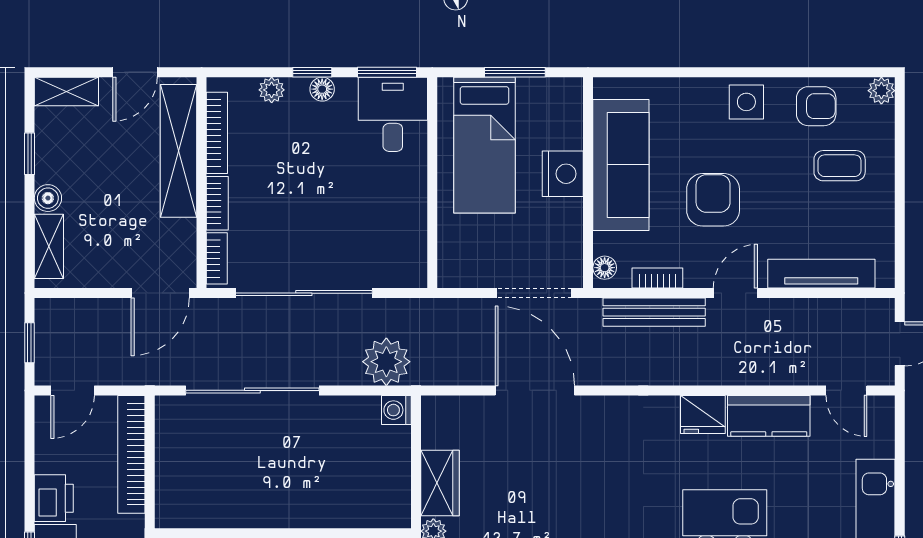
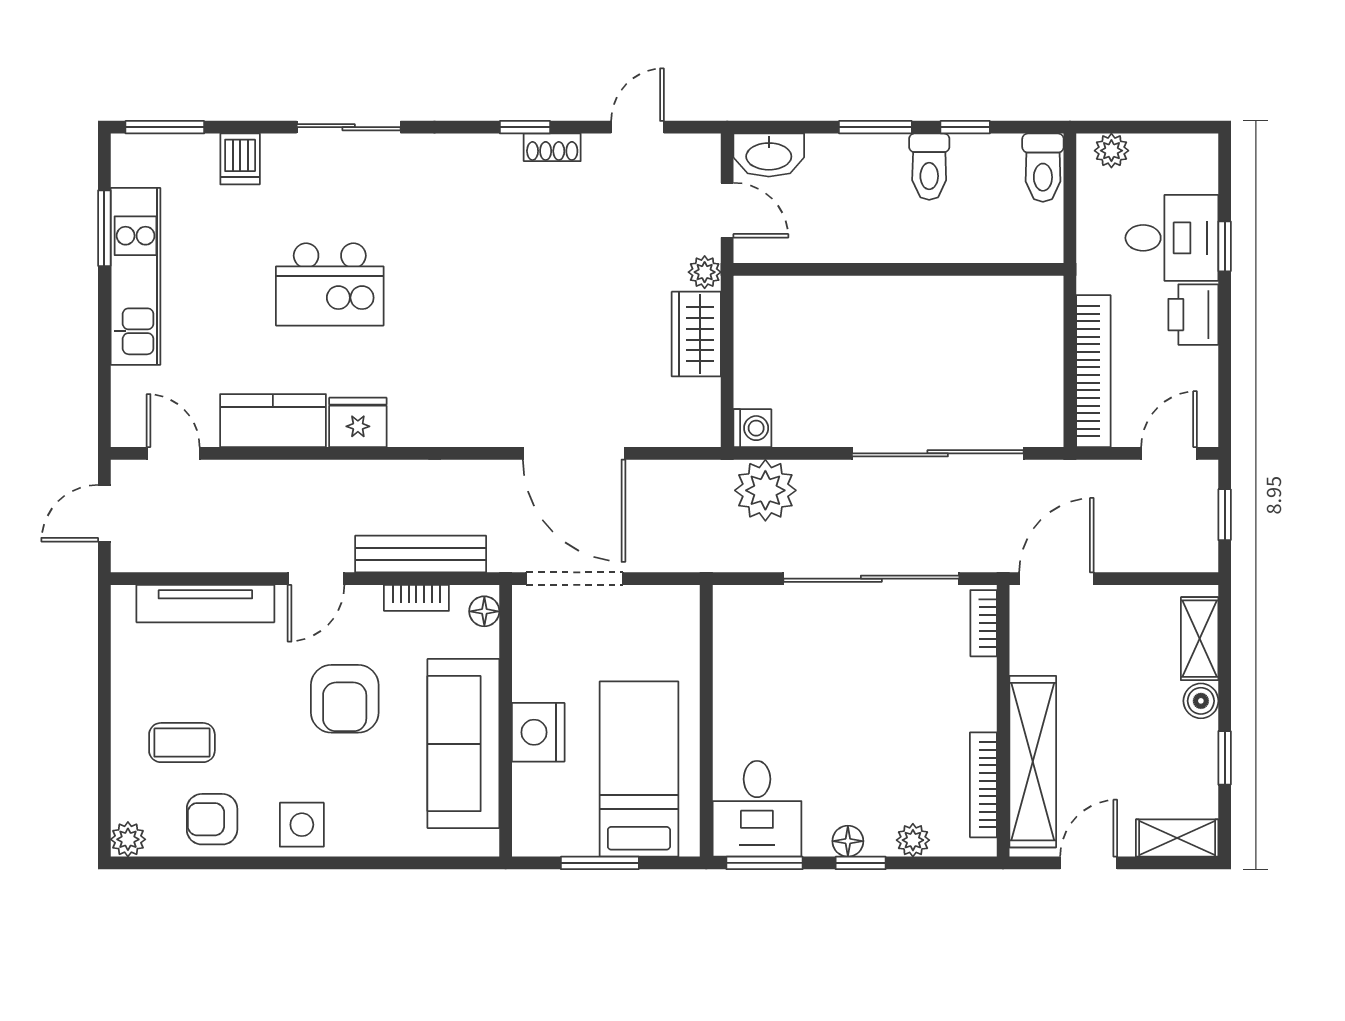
bookcase: (217, 203) -> (983, 694), removed

